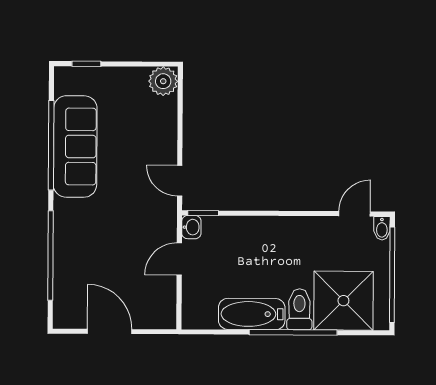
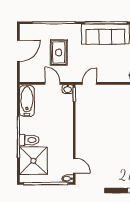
rug: (114, 246) -> (59, 52), added
bathtub: (252, 314) -> (27, 101), moved

